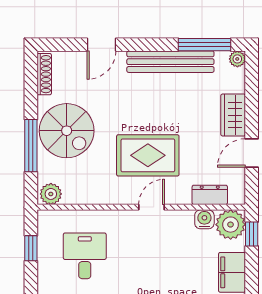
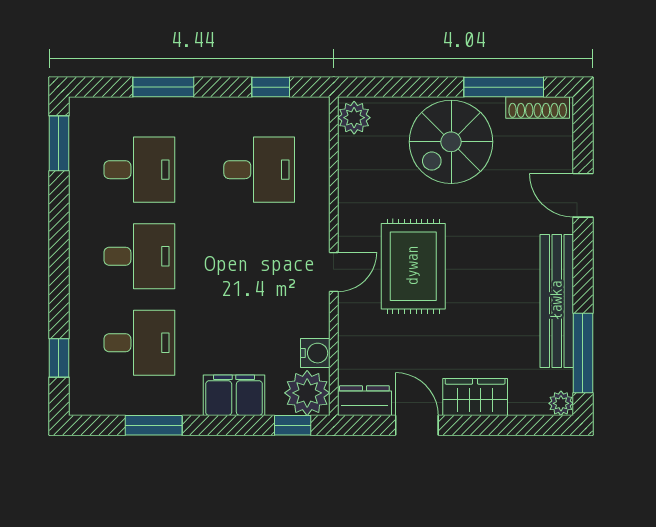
window: (31, 146) -> (504, 87), moved
dresser: (210, 195) -> (364, 401), moved, turned -90
door: (152, 207) -> (334, 272), hinge flipped

